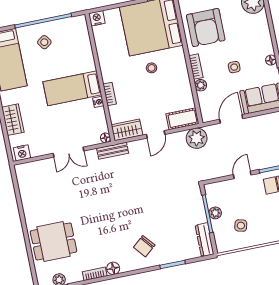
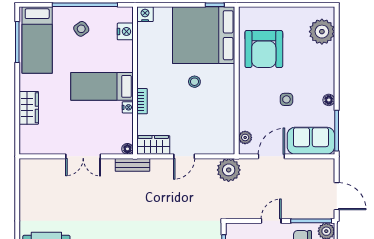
bookcase: (196, 67) -> (244, 90), removed
plant: (201, 85) -> (245, 137), moved
cot: (182, 119) -> (217, 145), removed
nightstand: (22, 153) -> (125, 31), moved, turned -90

